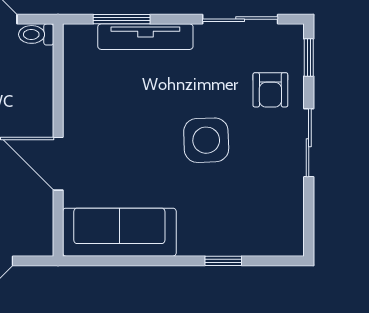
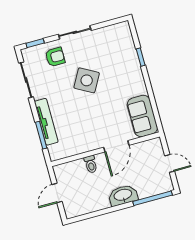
toilet: (36, 34) -> (91, 164), moved
side table: (206, 140) -> (87, 80), turned 31
sofa: (119, 232) -> (142, 116), width x0.73

